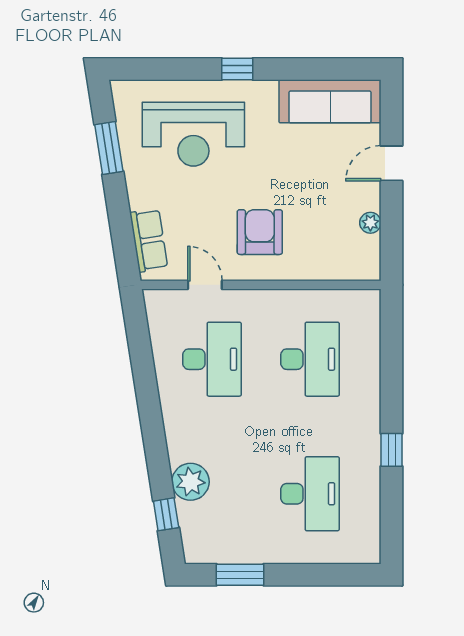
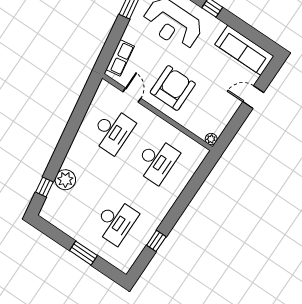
plant: (370, 223) -> (211, 139), moved
armchair: (260, 232) -> (173, 88), width x1.36, depth x1.36
window: (392, 450) -> (156, 241), moved
window: (240, 575) -> (83, 253), moved

